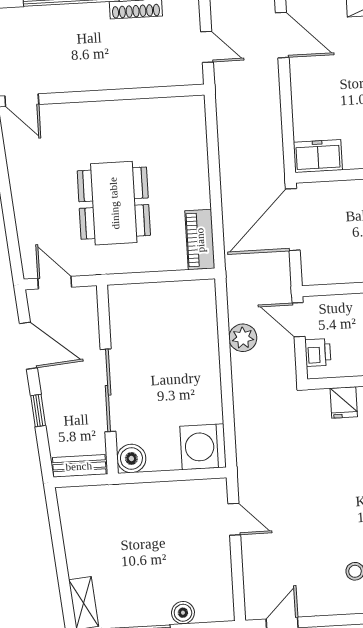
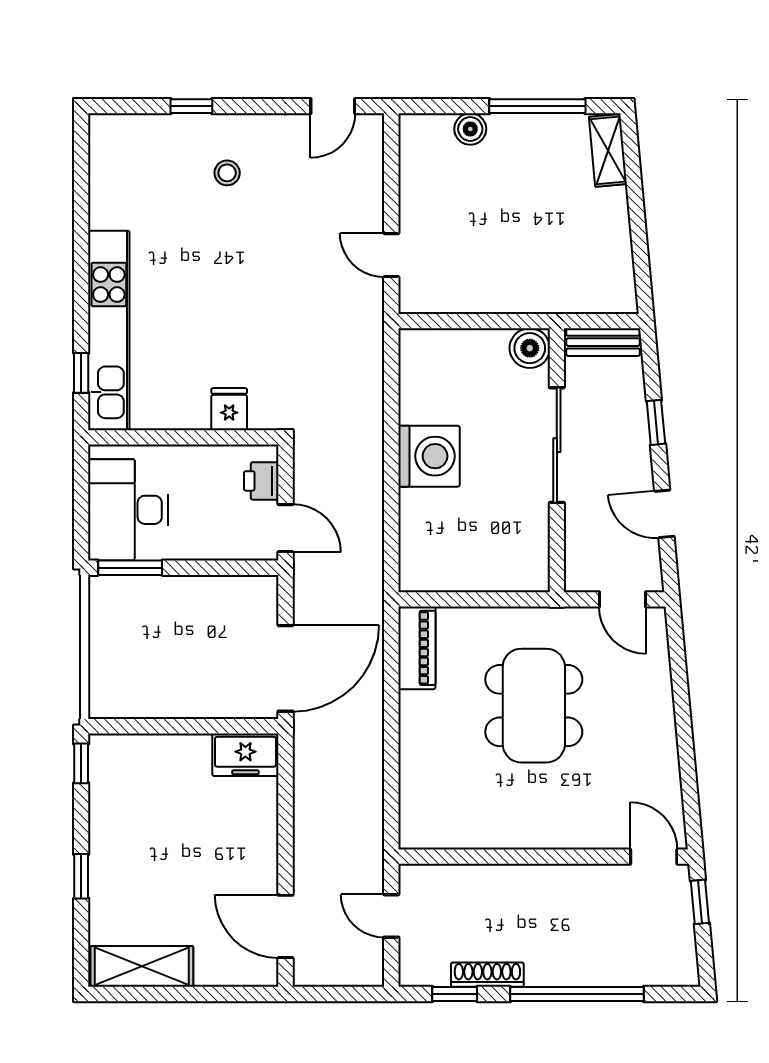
plant: (243, 338) -> (365, 507), removed
door: (28, 346) -> (664, 514), width x0.73
washing machine: (203, 447) -> (429, 456), moved

